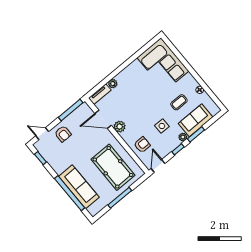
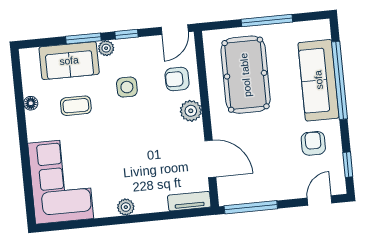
plant: (113, 84) -> (126, 207), moved
plant: (120, 127) -> (191, 111), moved
door: (42, 134) -> (319, 201), swing flipped
armchair: (63, 134) -> (313, 143), moved

